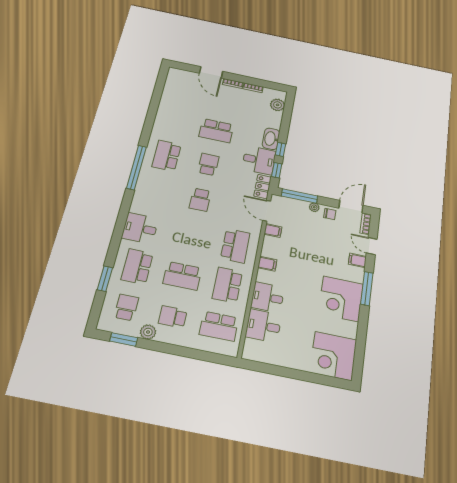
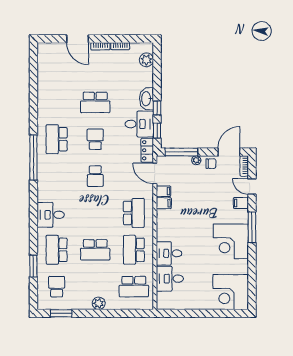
filing cabinet: (267, 264) -> (164, 203), moved
school desk: (173, 317) -> (95, 287), removed
plant: (148, 332) -> (99, 303), moved

